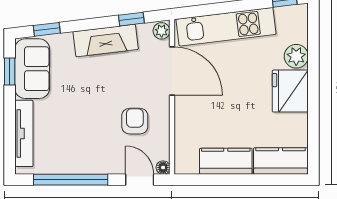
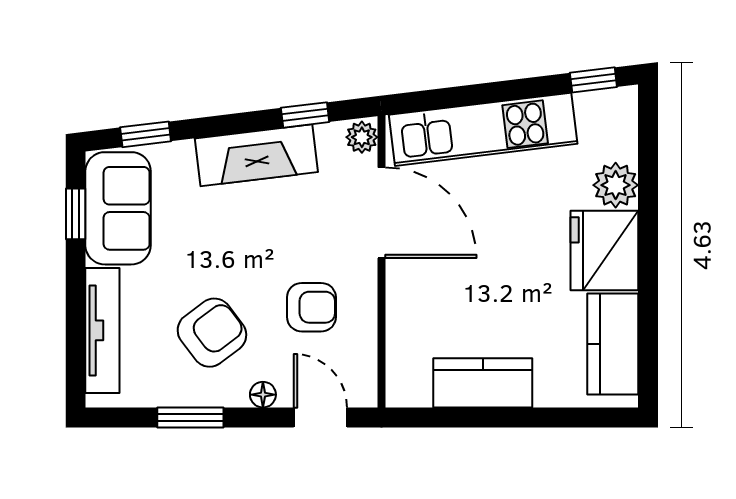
armchair: (135, 121) -> (311, 307), turned 90
armchair: (82, 135) -> (212, 333), added
kitchen counter: (280, 161) -> (613, 344), moved, turned -90
floor lamp: (163, 168) -> (263, 395), moved
window: (71, 180) -> (190, 417), width x0.47

